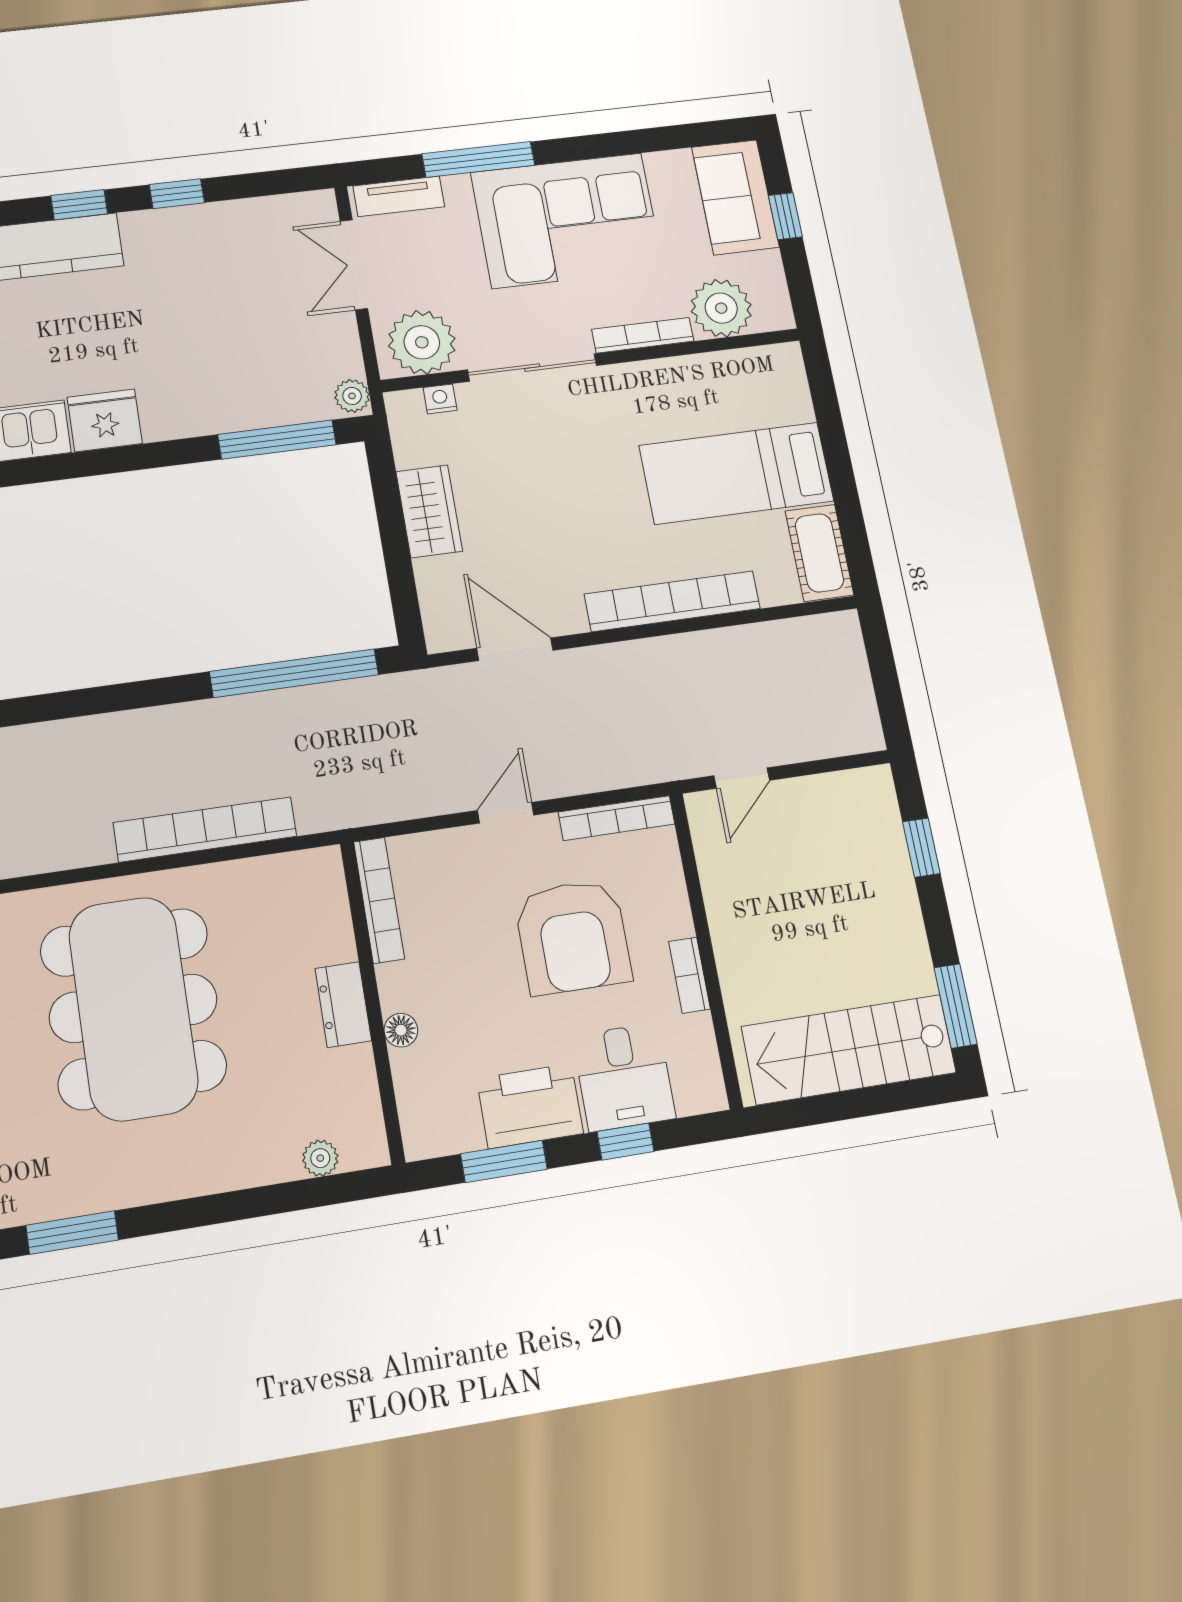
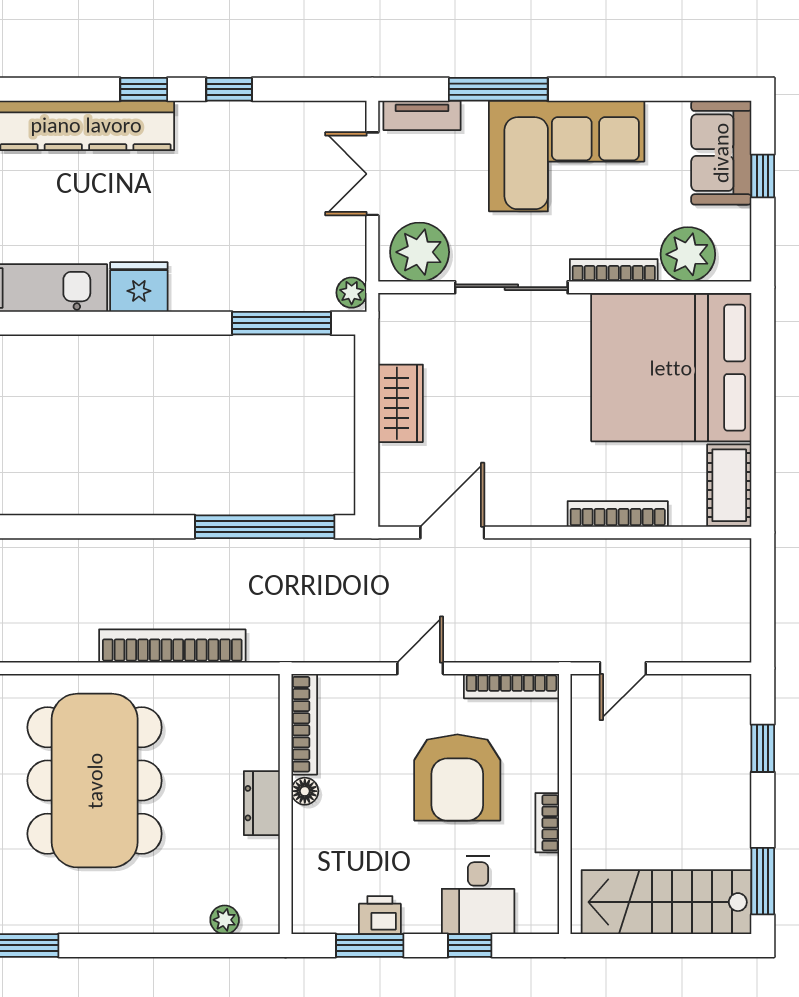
nightstand: (440, 399) -> (427, 305), removed
bed: (736, 473) -> (671, 368), width x2.04
bookcase: (672, 601) -> (618, 514), width x0.68, depth x0.76
door: (515, 649) -> (452, 532), hinge flipped
floor lamp: (401, 1030) -> (305, 791), moved
printer: (530, 1106) -> (380, 915), width x0.53, depth x0.68

